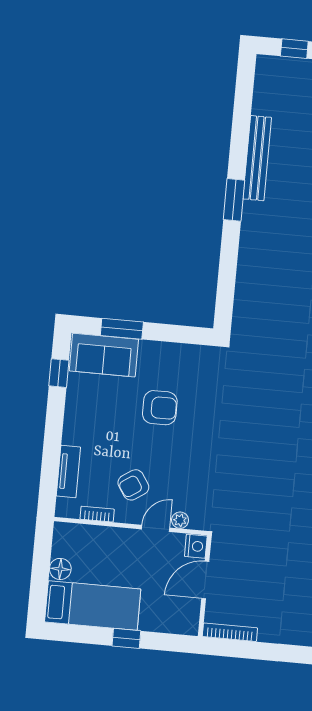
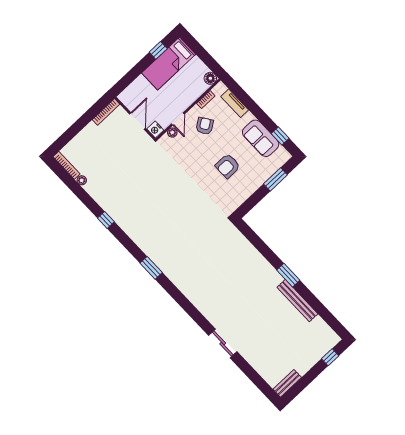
sofa: (104, 355) -> (261, 138), moved, turned -90
floor lamp: (60, 569) -> (210, 78), moved
window: (126, 638) -> (158, 50), moved

